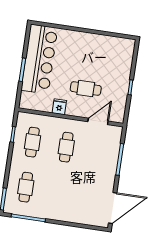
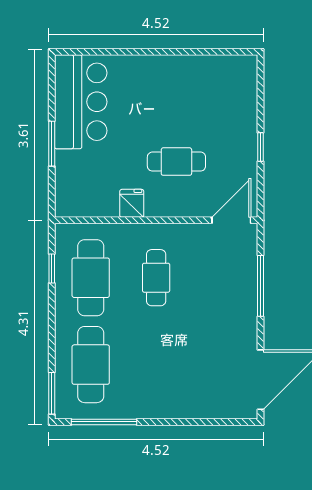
bar counter: (39, 59) -> (81, 102), width x0.73
door: (98, 121) -> (231, 220), moved
cafe table: (32, 142) -> (91, 278), width x1.37, depth x1.35
cafe table: (26, 187) -> (91, 365), width x1.37, depth x1.35

